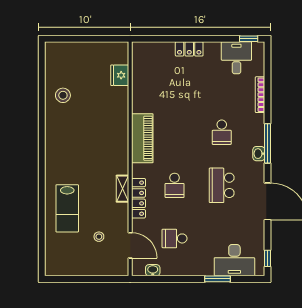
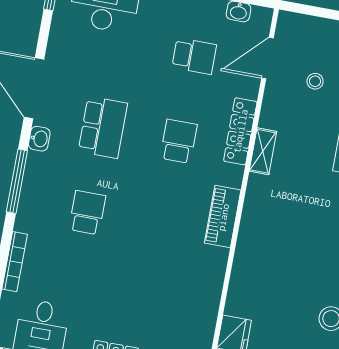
piano: (142, 138) -> (223, 217), width x0.73, depth x0.75
washbasin: (259, 154) -> (39, 139), moved
door: (130, 245) -> (268, 58), hinge flipped

